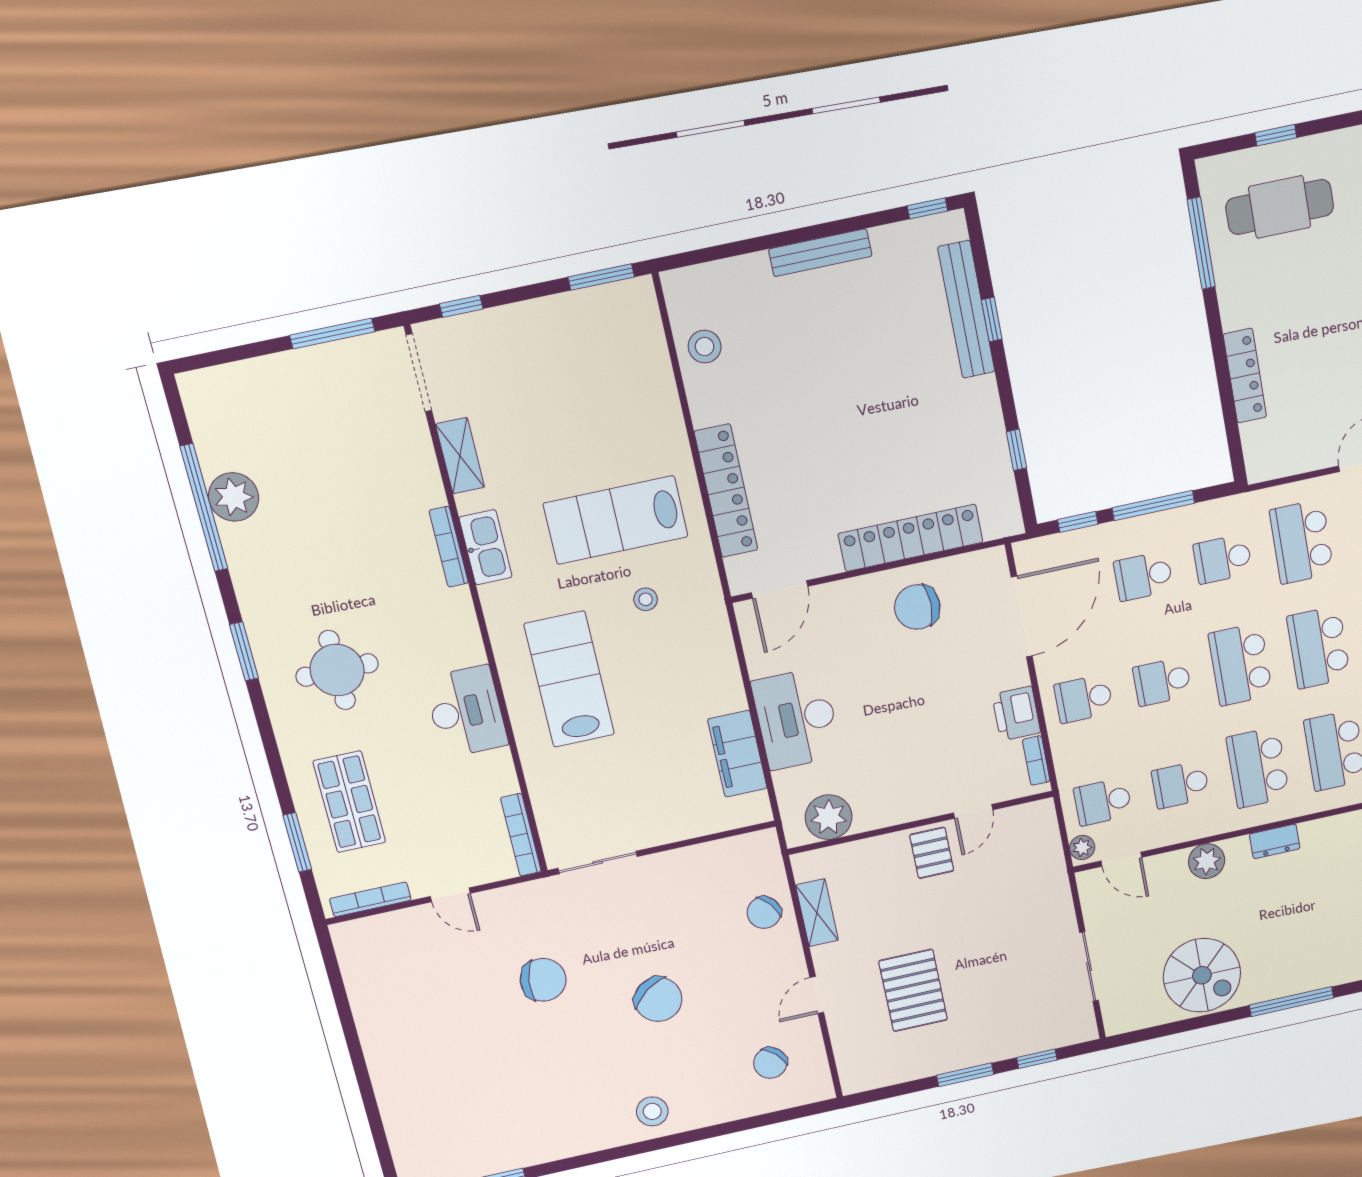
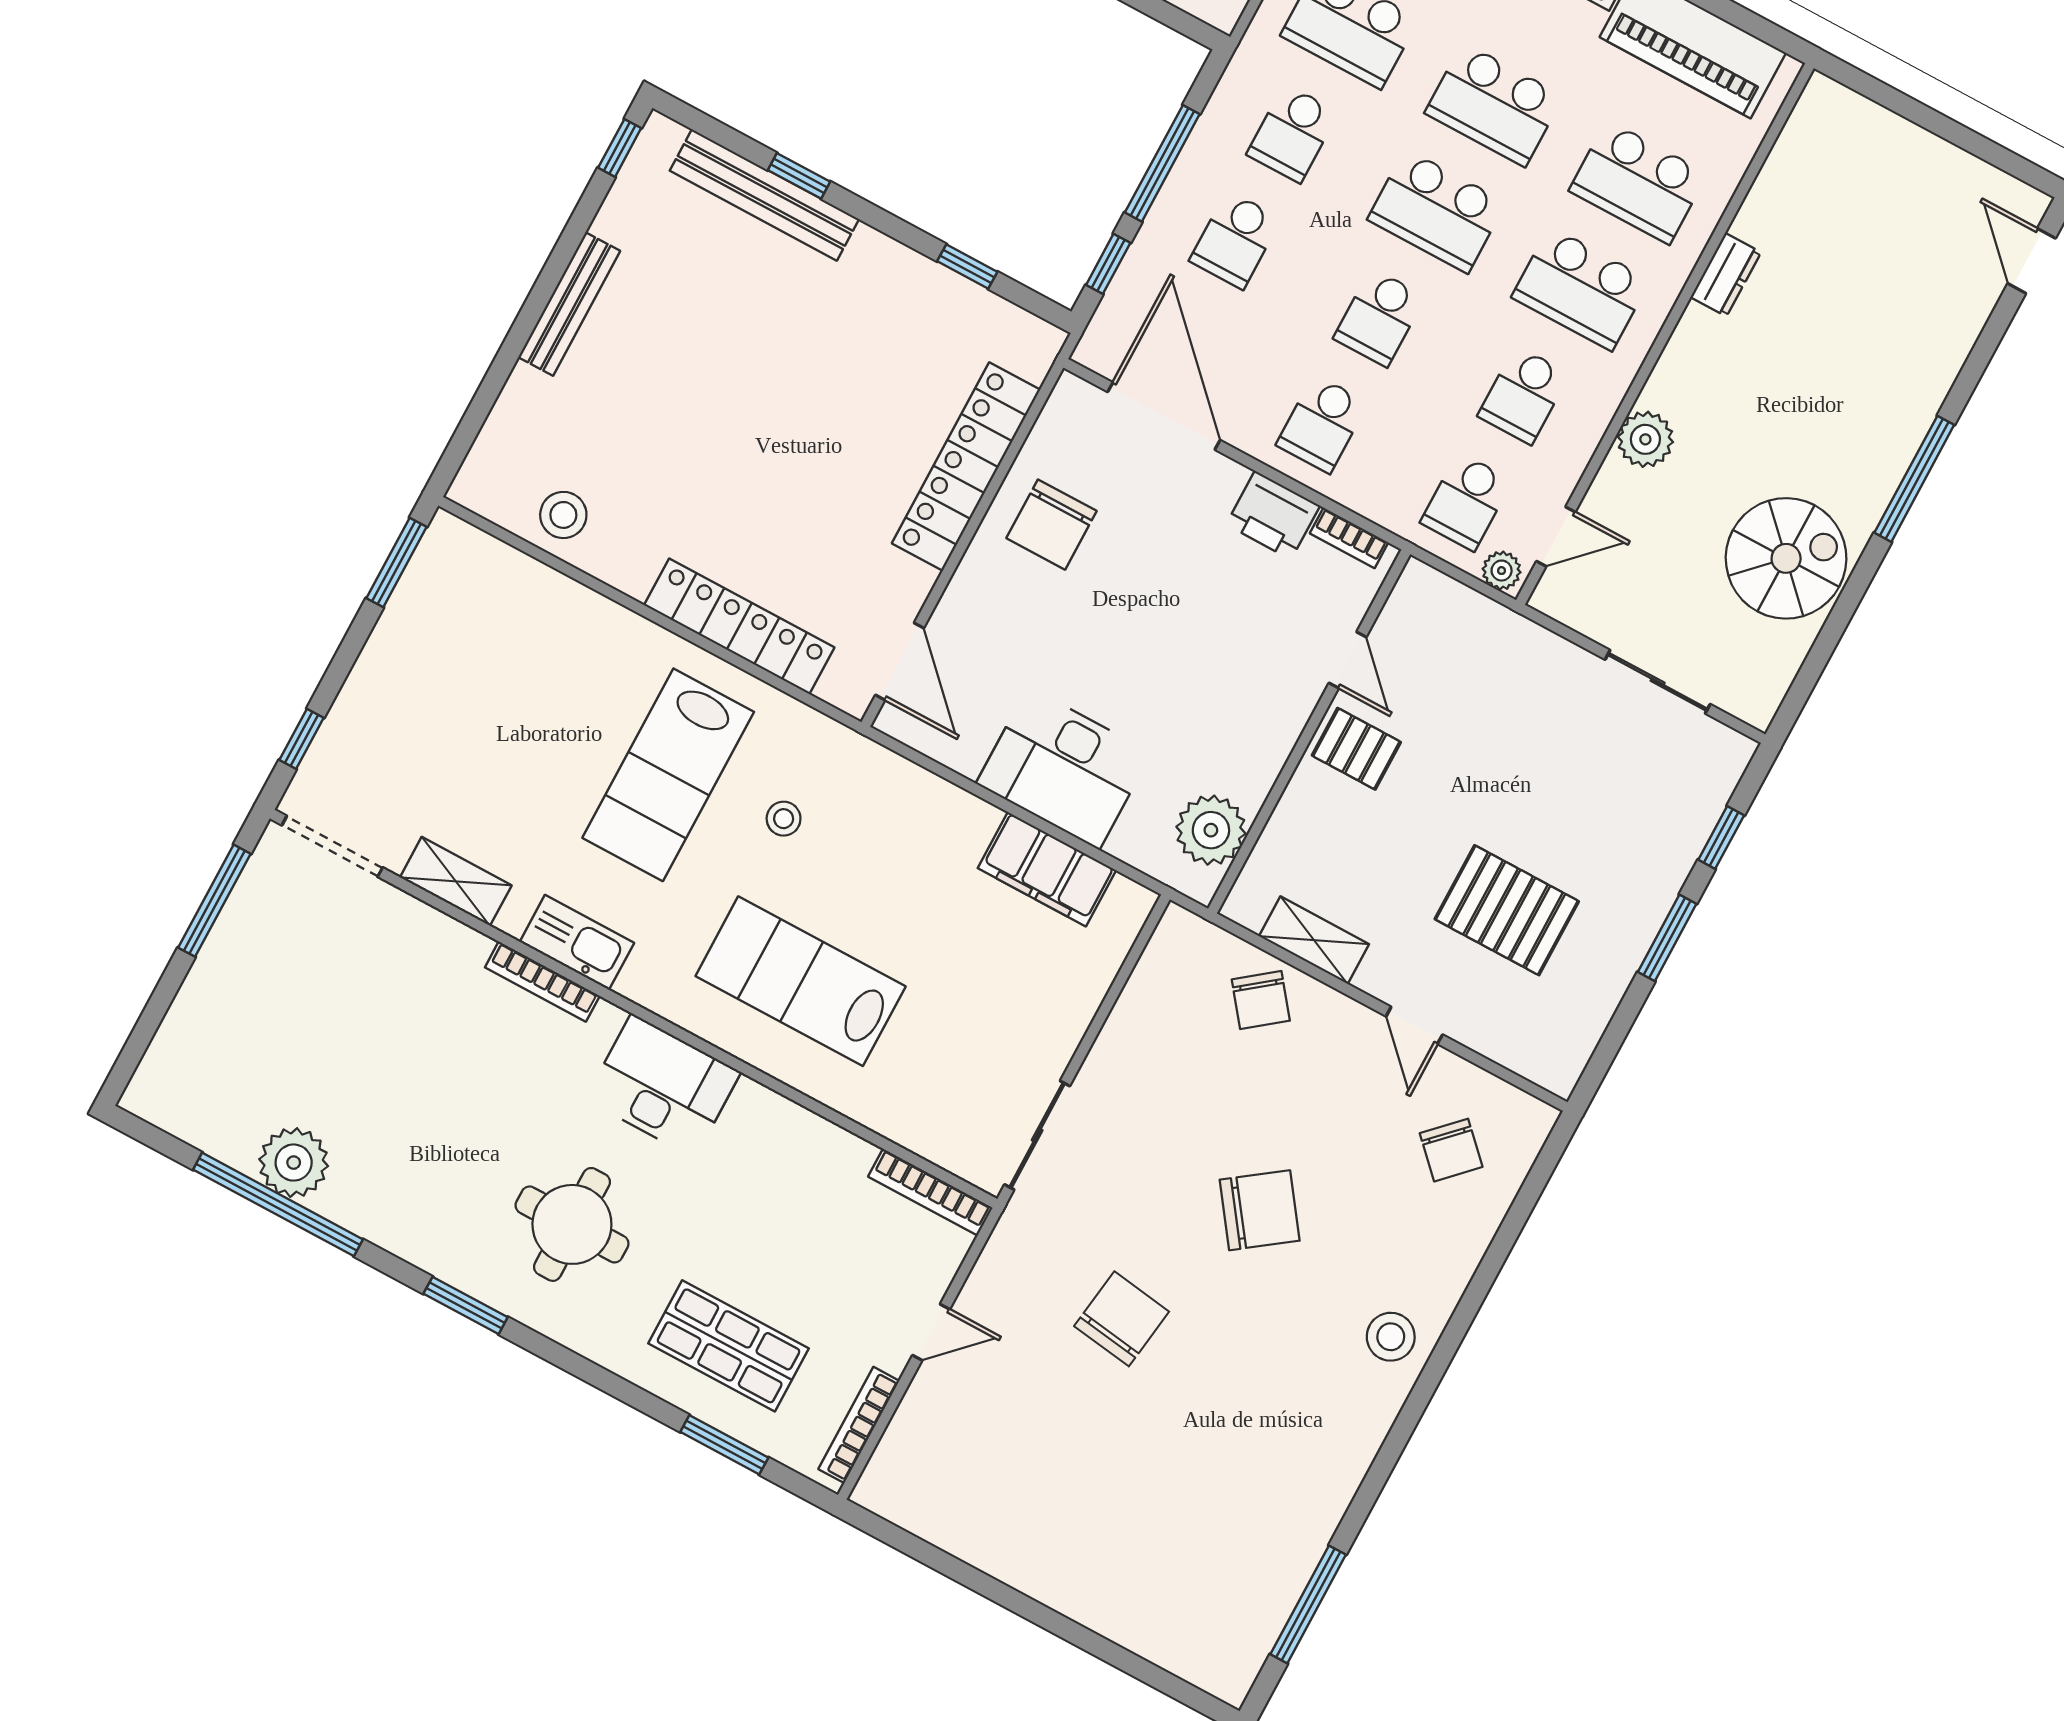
desk: (466, 712) -> (663, 1086), moved
dresser: (1275, 841) -> (1726, 275), moved

